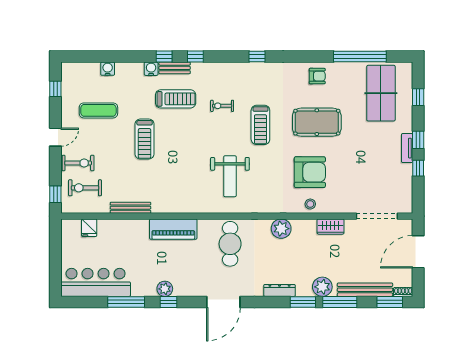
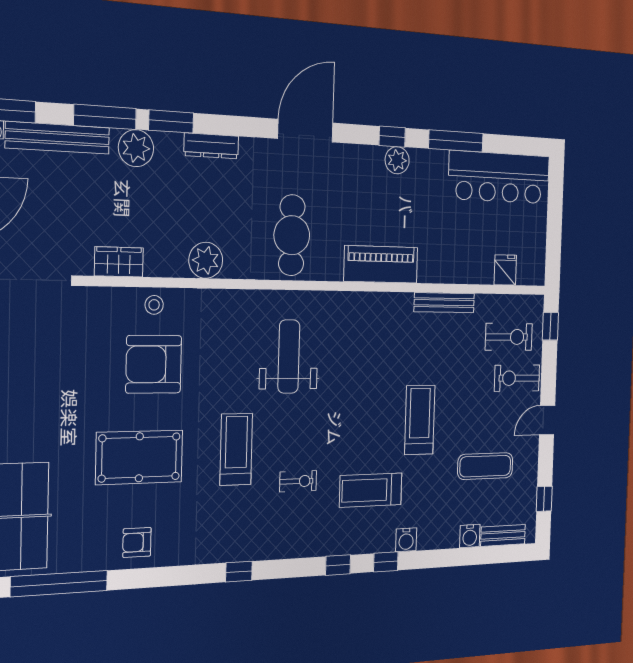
bench: (175, 68) -> (503, 535), moved

